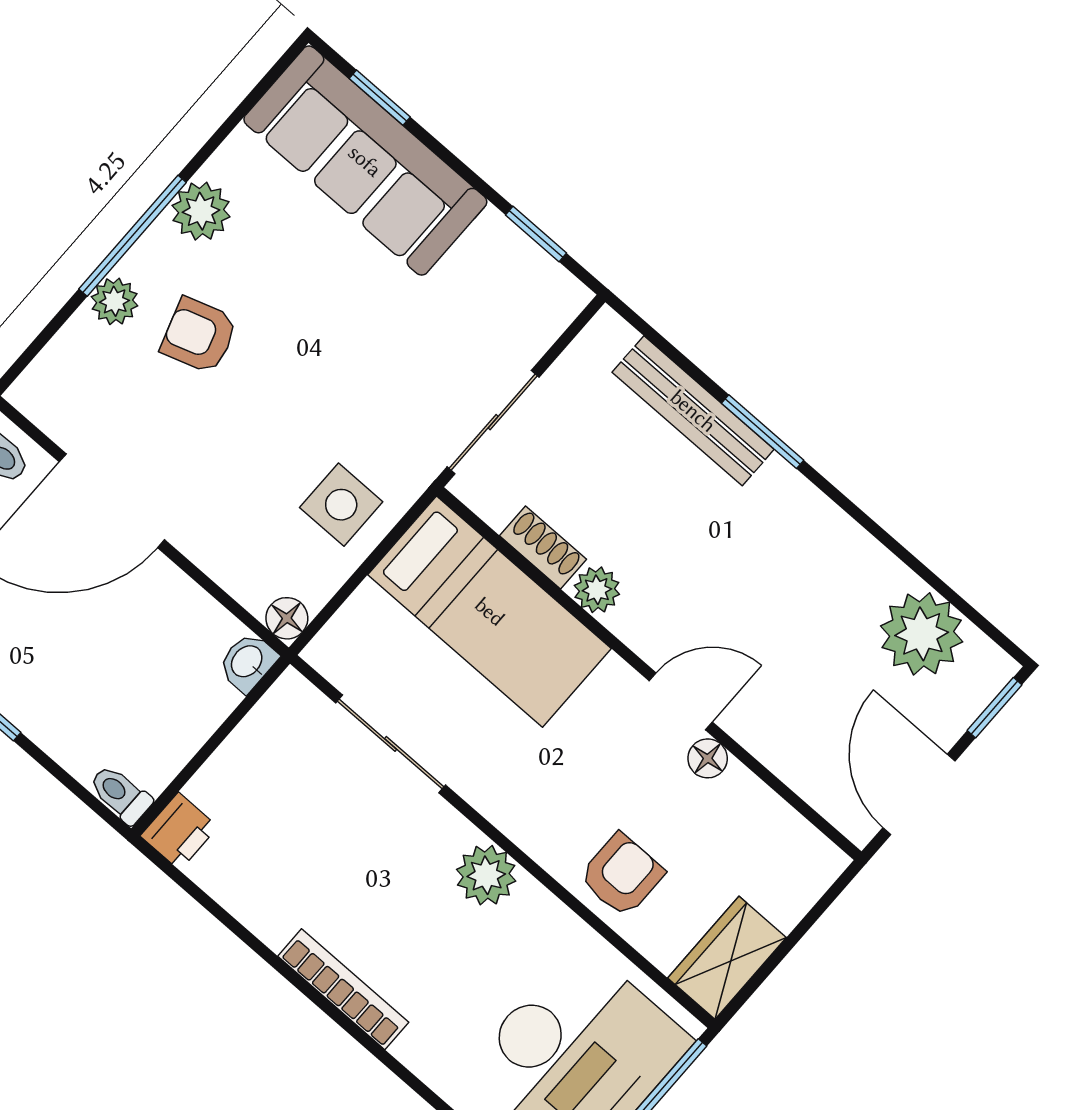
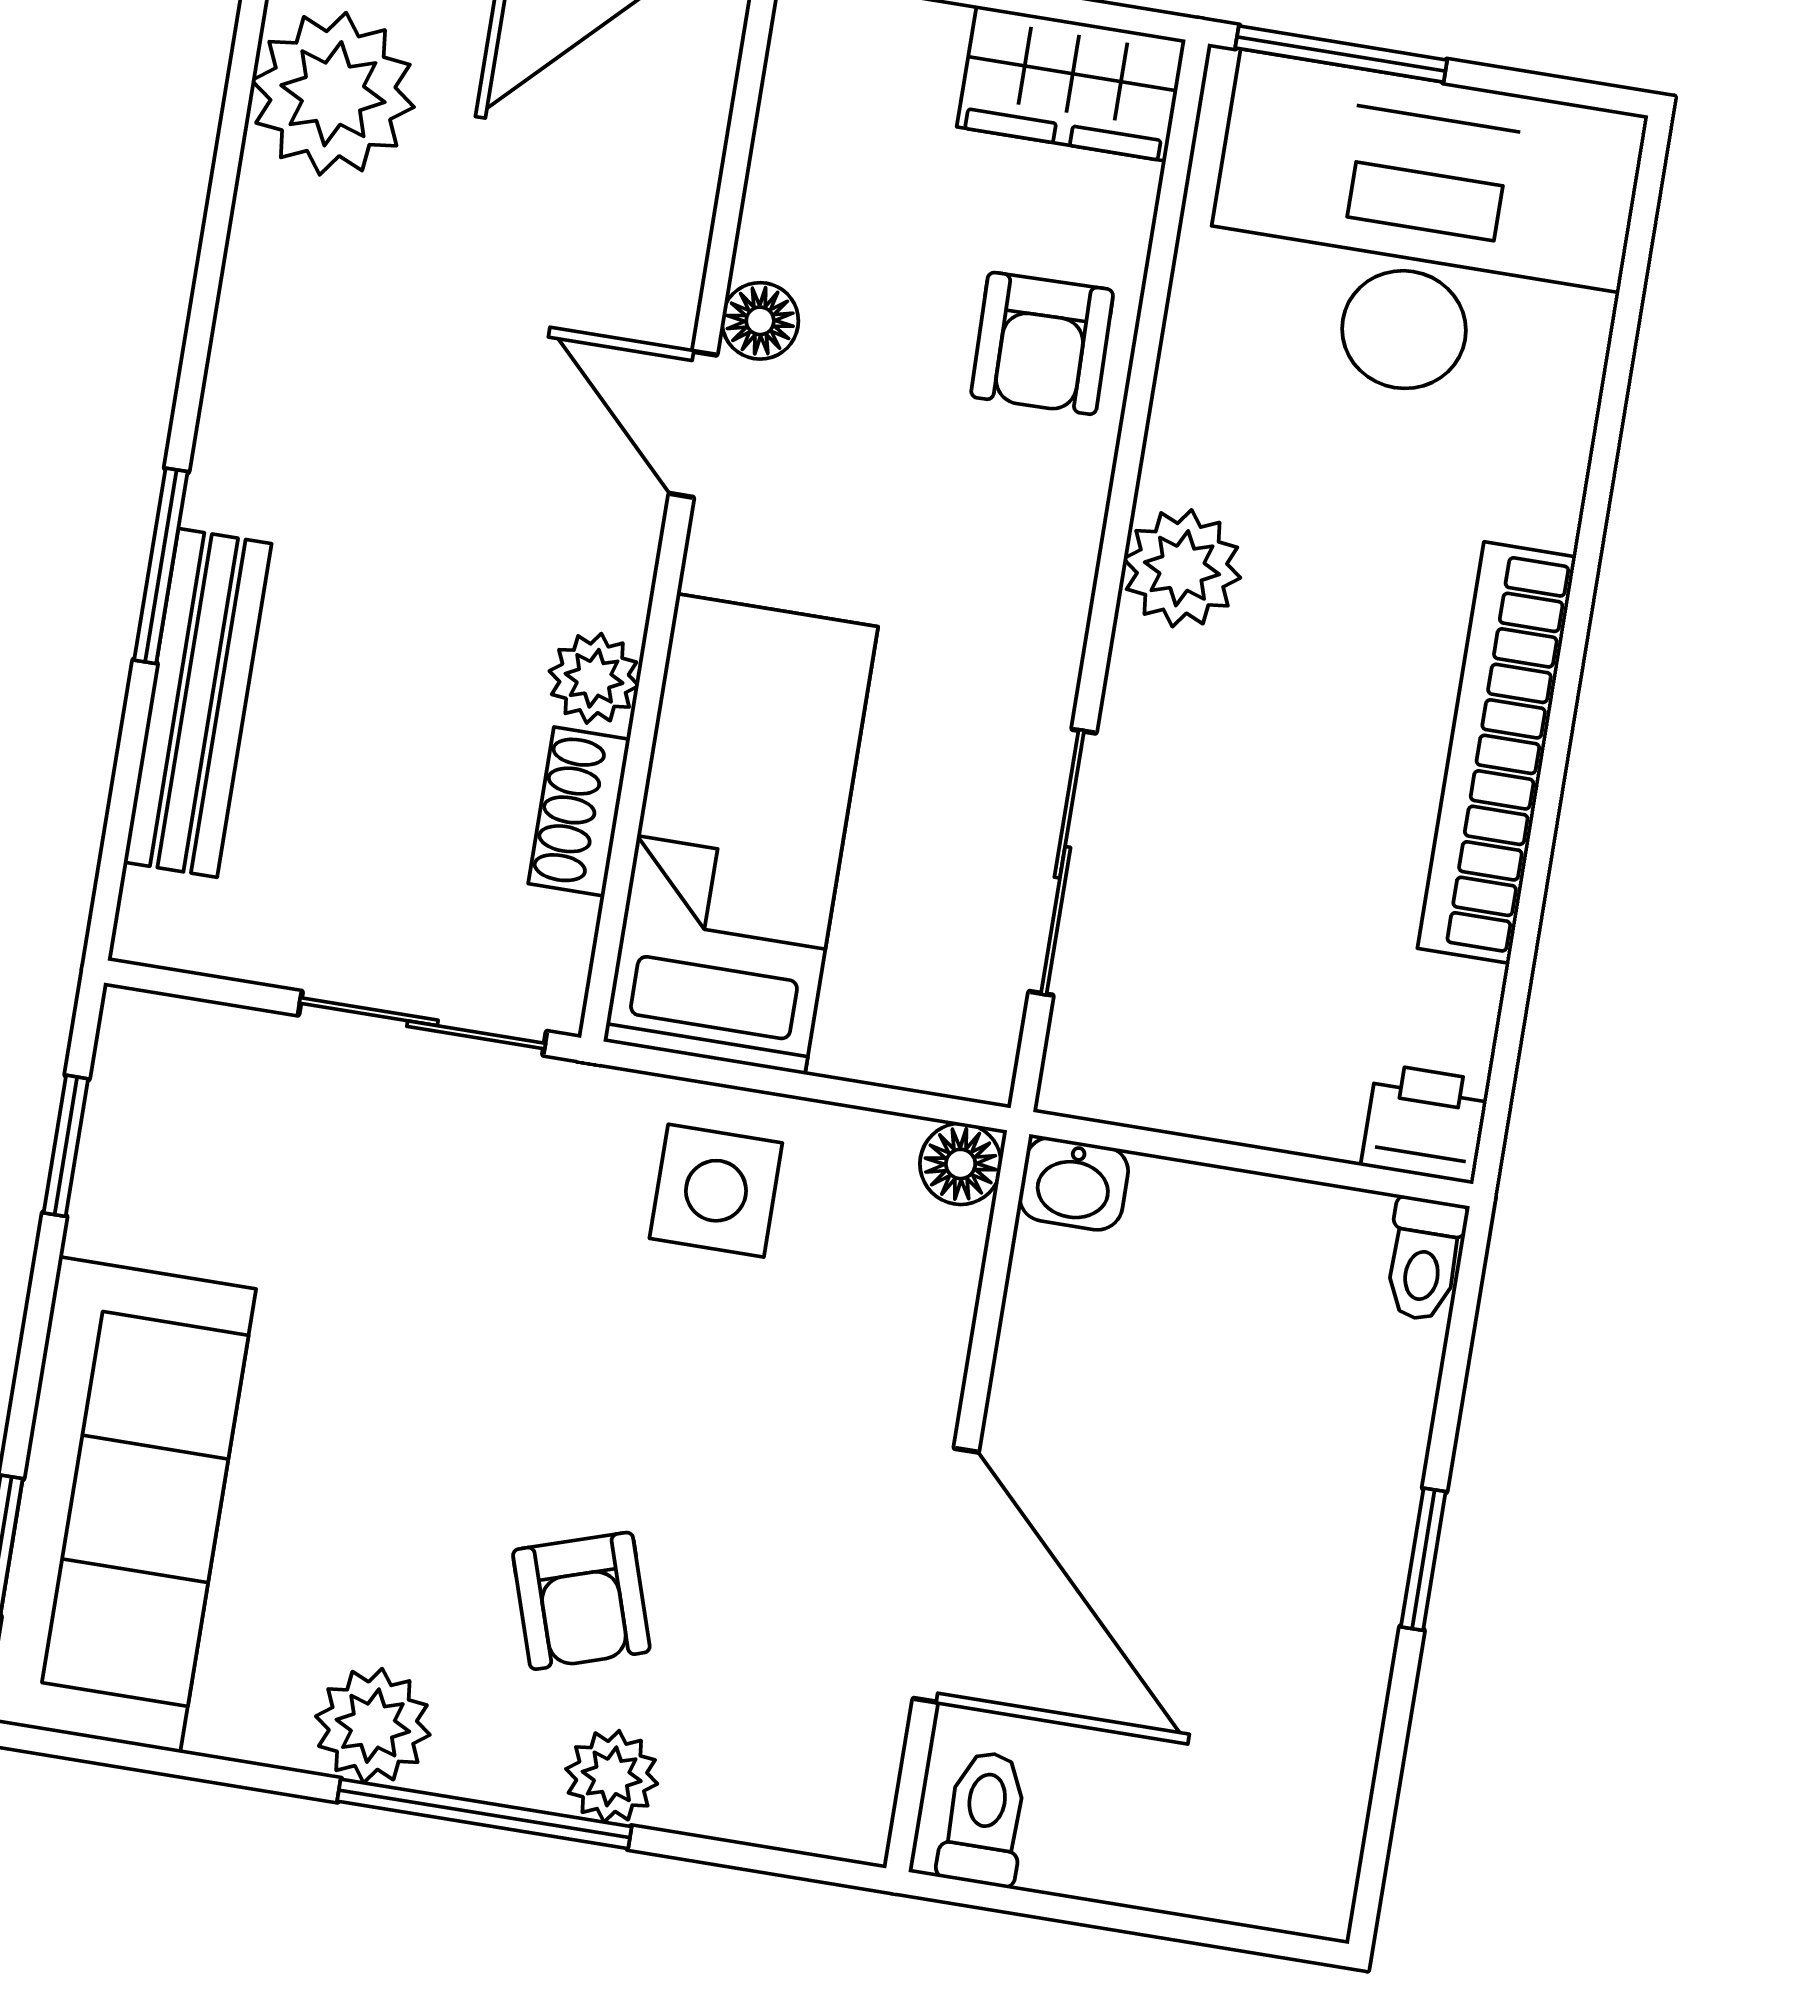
armchair: (622, 875) -> (1042, 343), turned -91
bookcase: (343, 989) -> (1497, 753), width x1.48, depth x1.31

